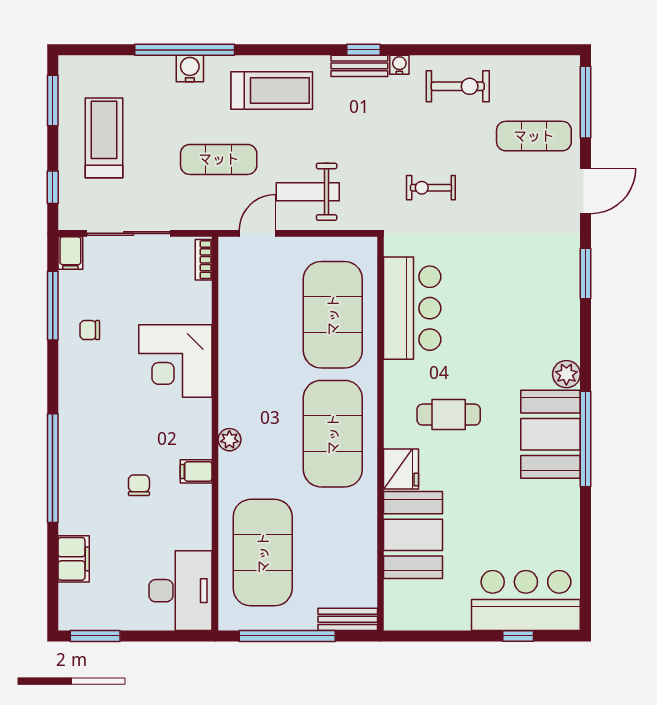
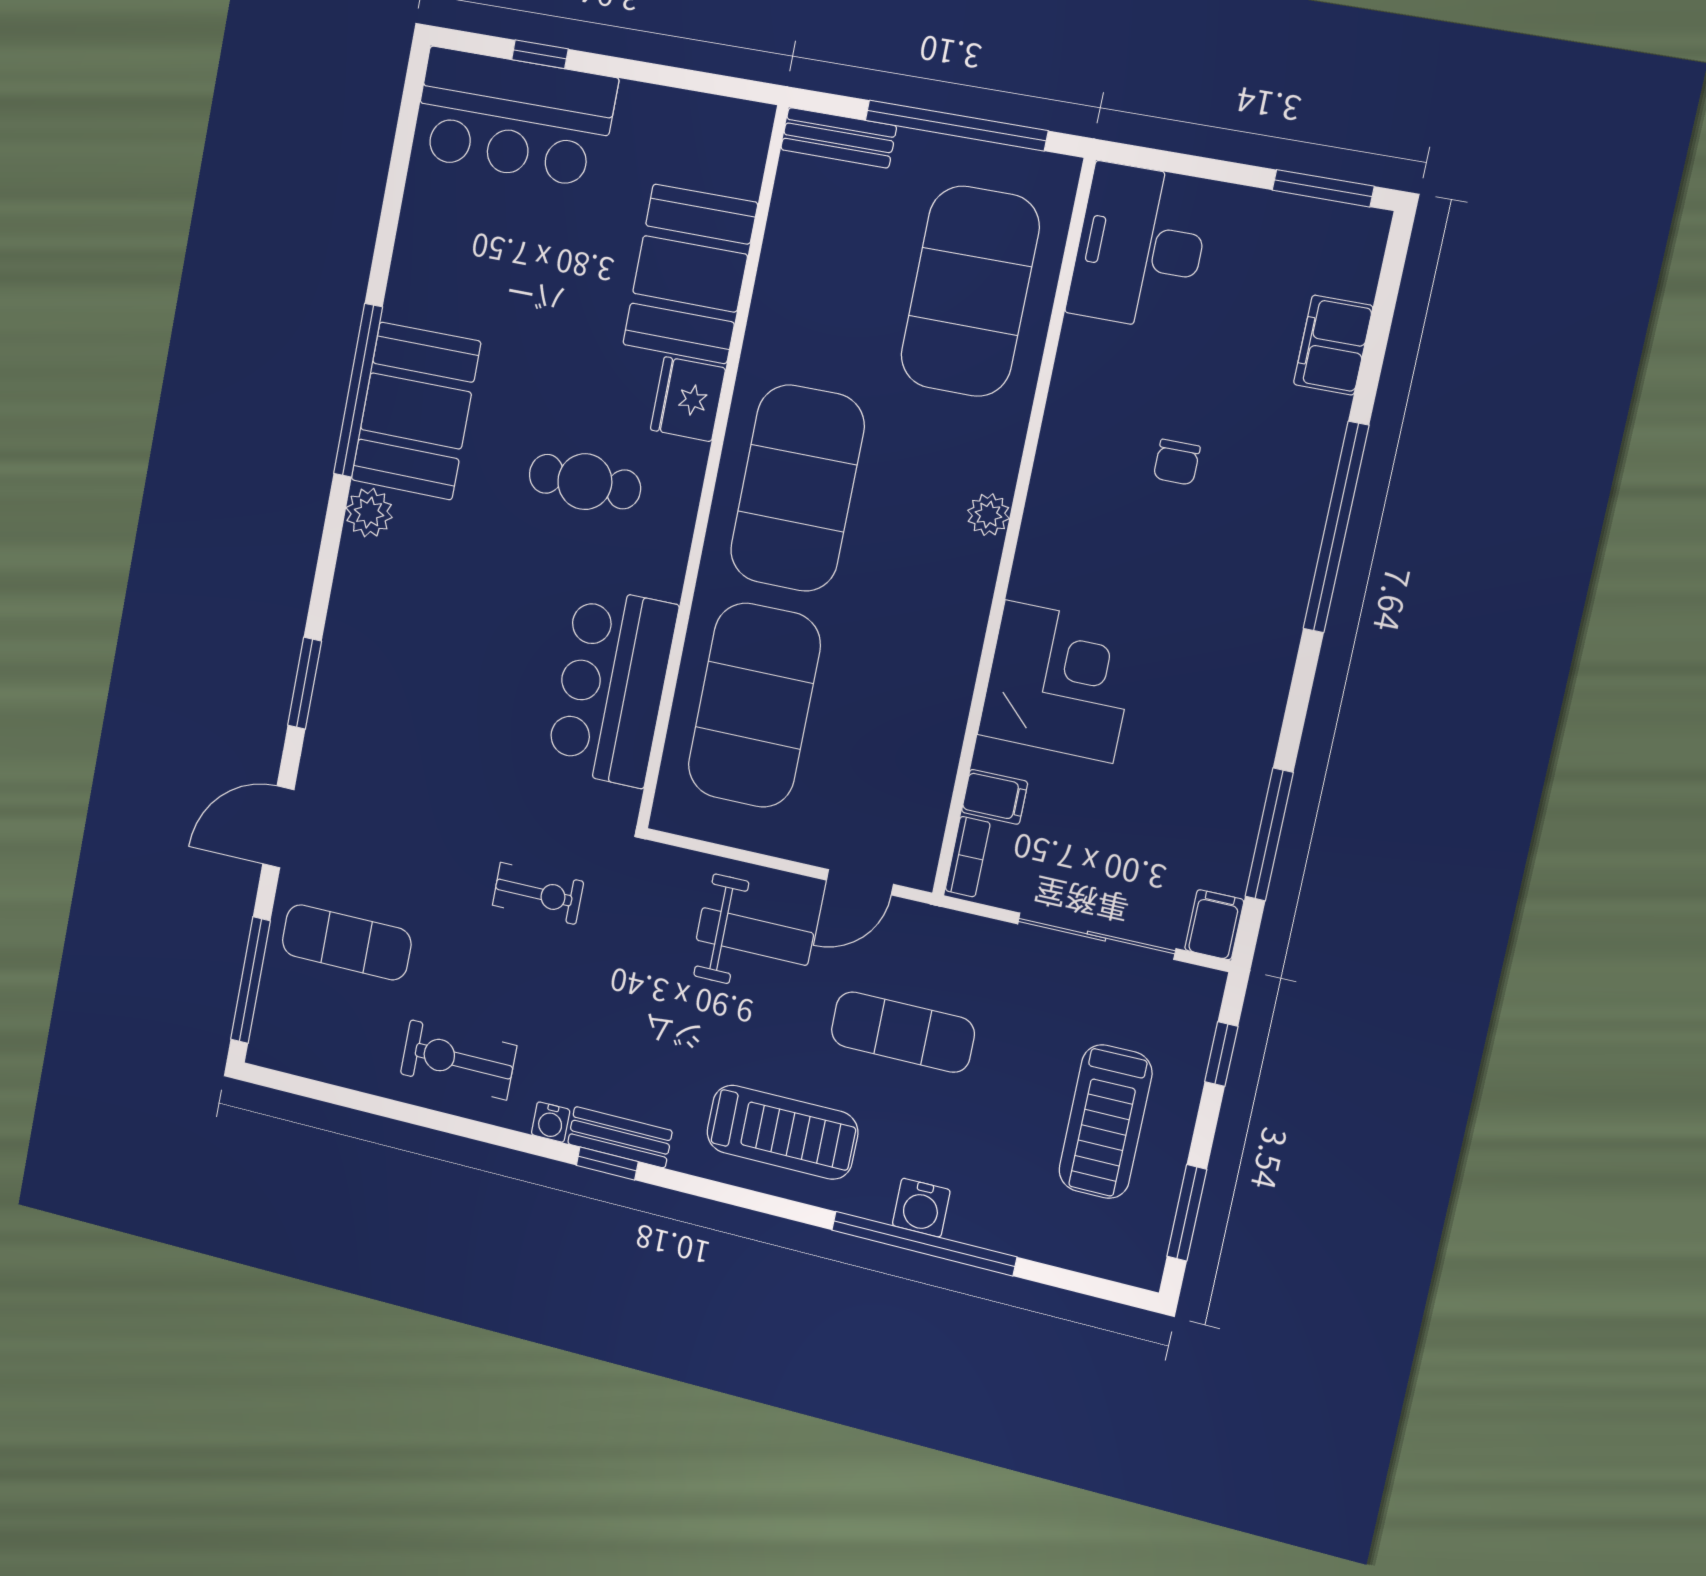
treadmill: (272, 90) -> (782, 1132), turned 180
chair: (90, 330) -> (1208, 773), removed
filing cabinet: (196, 471) -> (995, 797), moved

